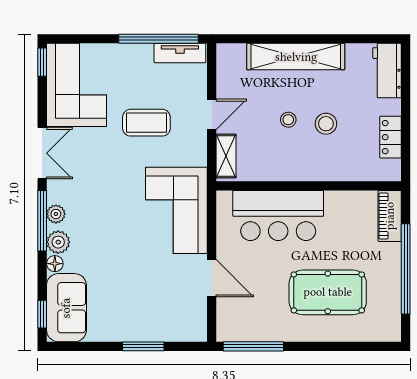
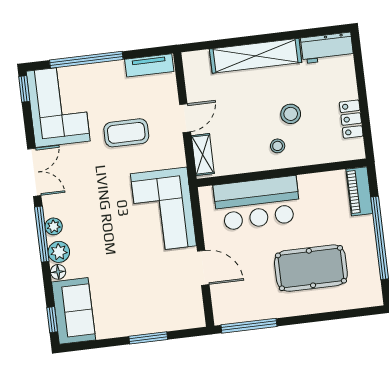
window: (159, 39) -> (86, 60), moved
workbench: (387, 71) -> (327, 48), moved, turned -90
stool: (288, 120) -> (278, 146), moved

